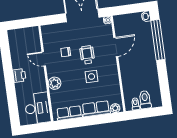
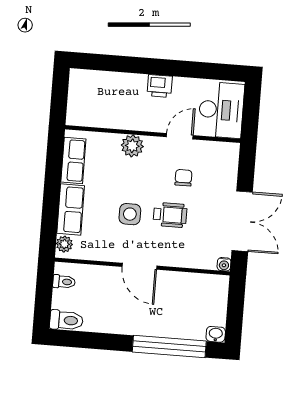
door: (116, 47) -> (139, 266), moved
toilet: (145, 100) -> (66, 320), moved
desk: (38, 108) -> (221, 110), moved, turned -90

